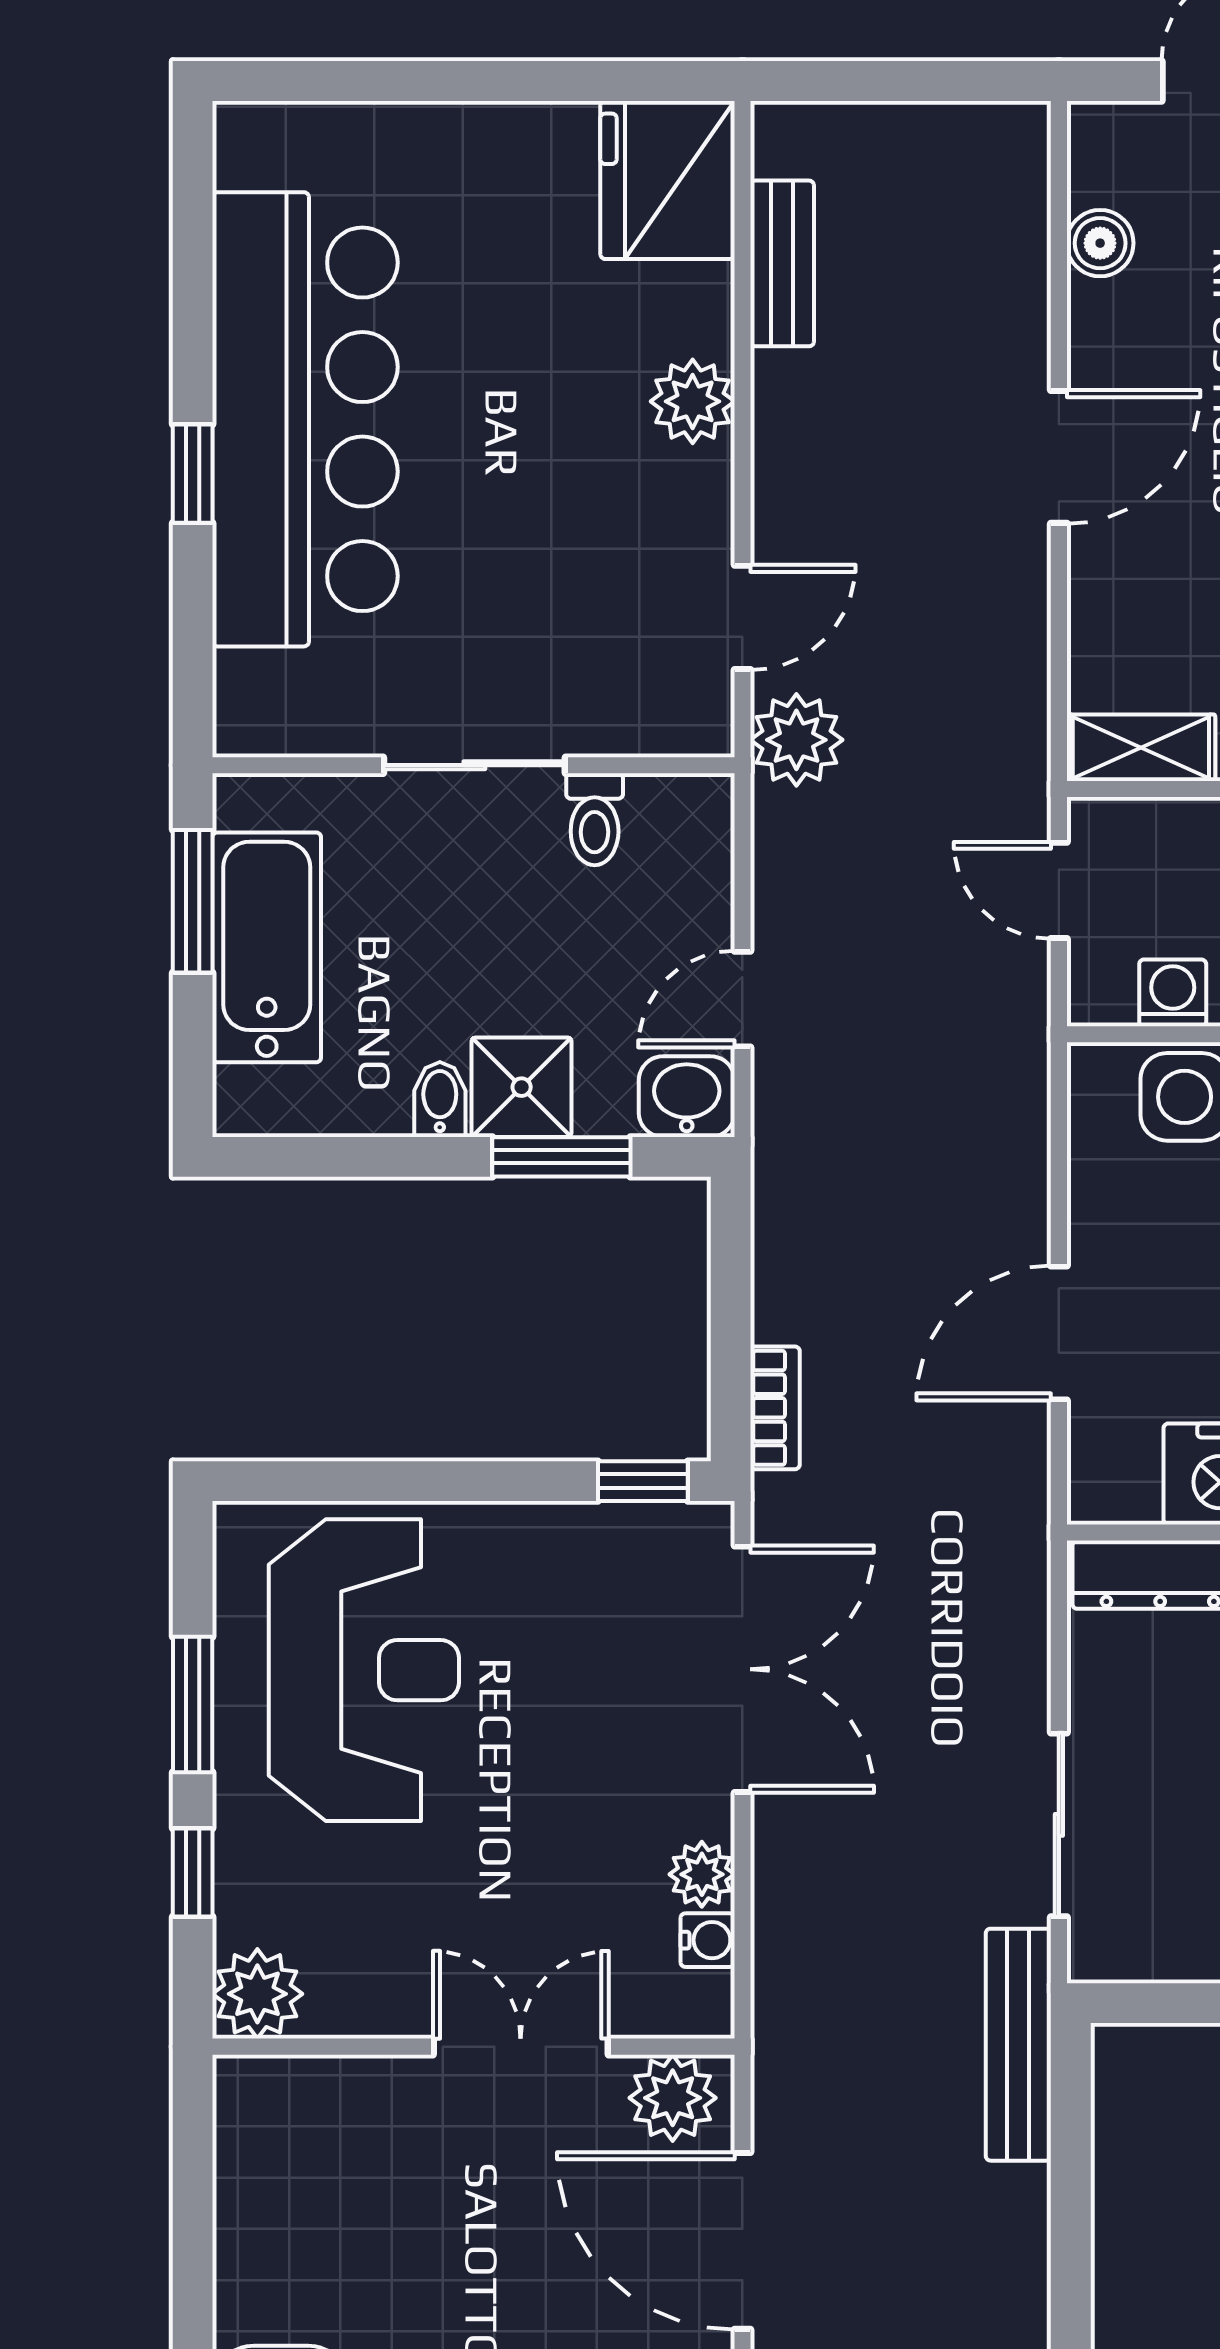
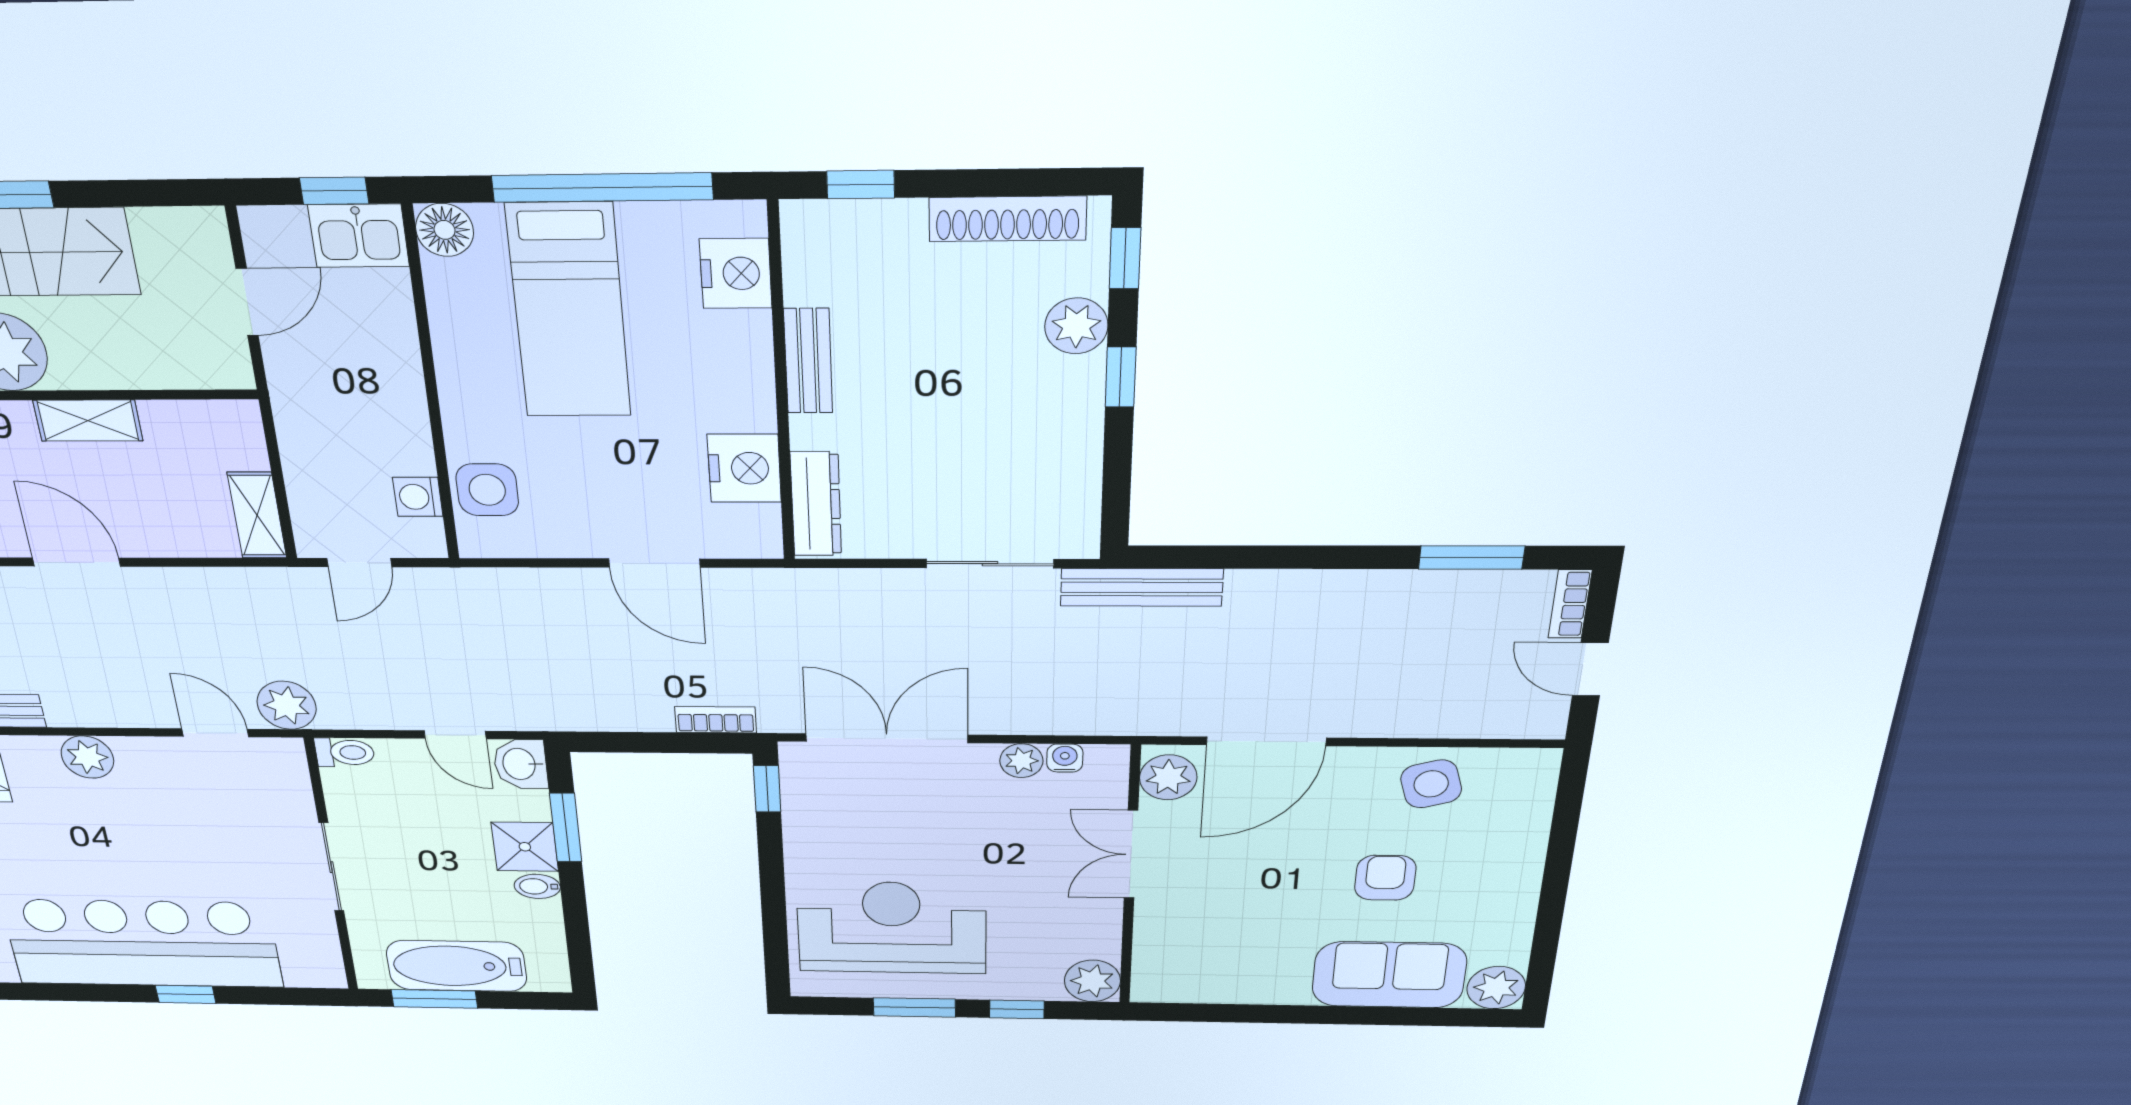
toilet: (595, 819) -> (345, 752), moved

